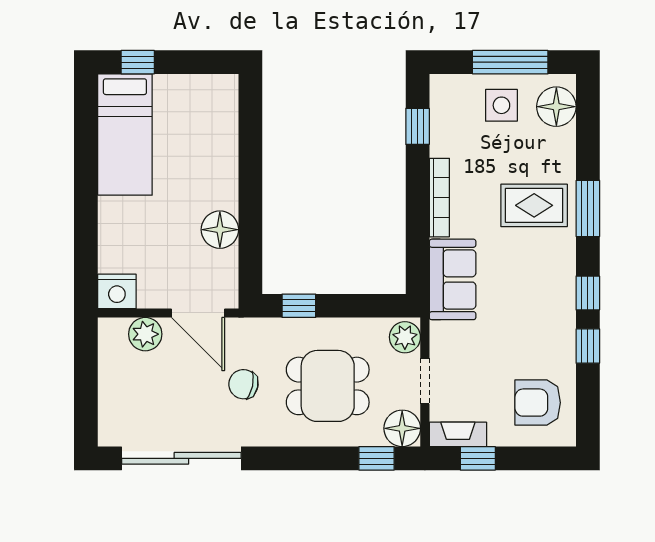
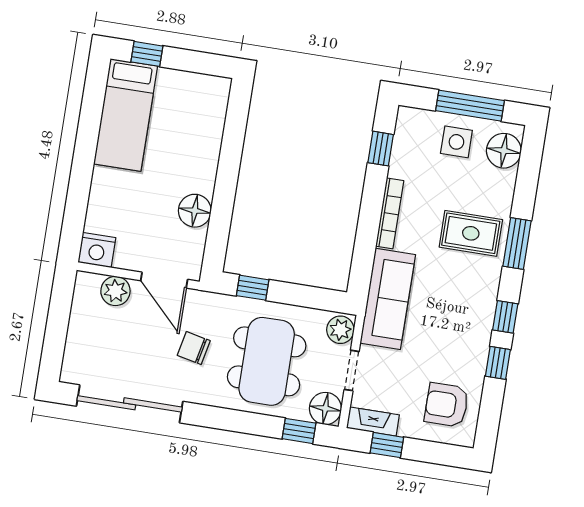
sofa: (453, 279) -> (388, 299), width x1.36
dining table: (328, 386) -> (267, 361), width x1.38

